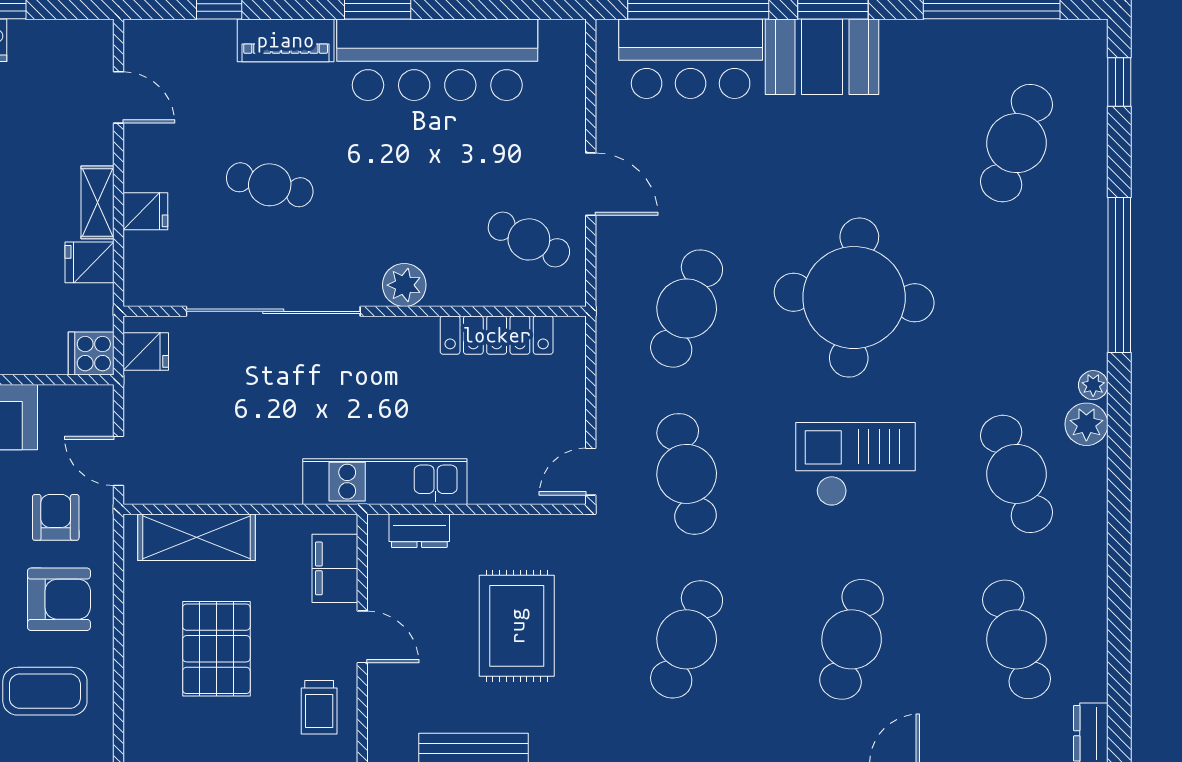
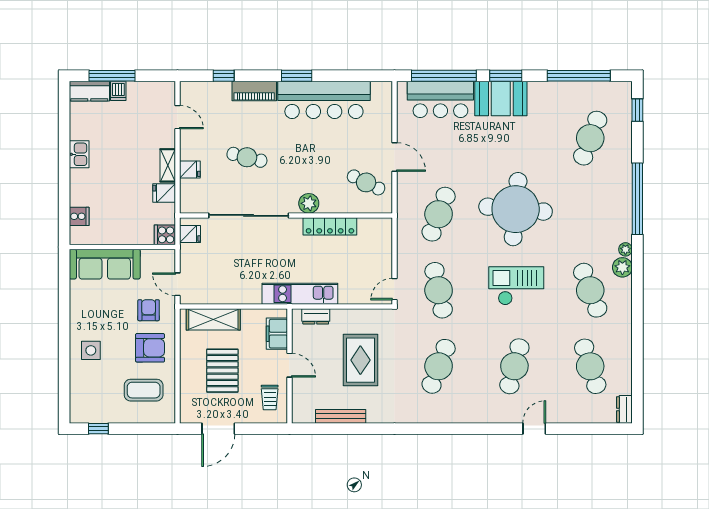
locker: (497, 335) -> (330, 226), moved

